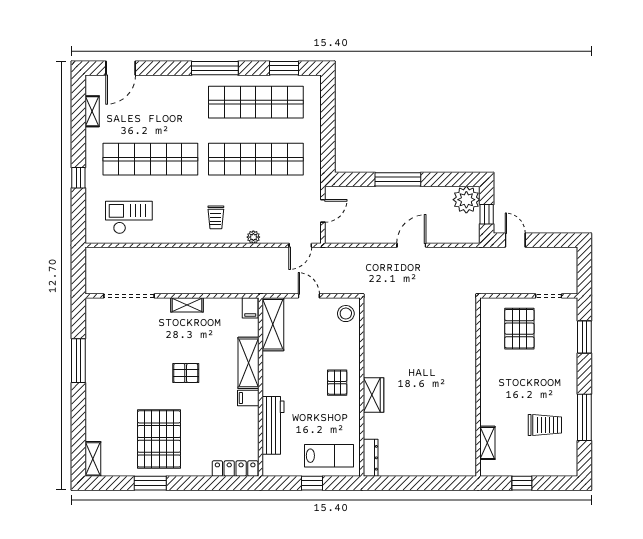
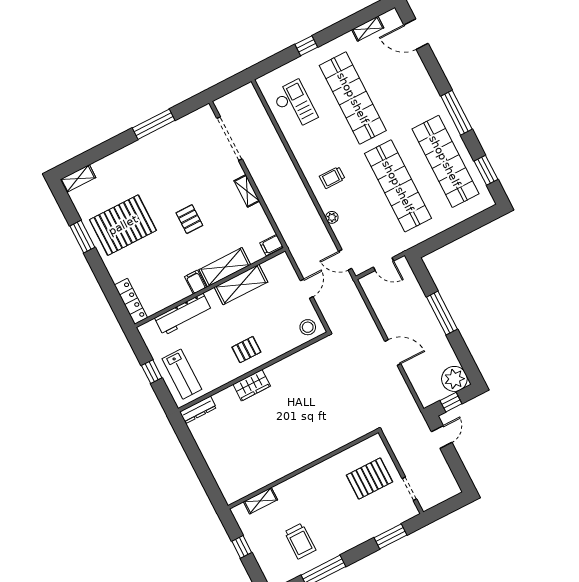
shelving: (273, 324) -> (241, 285), moved

